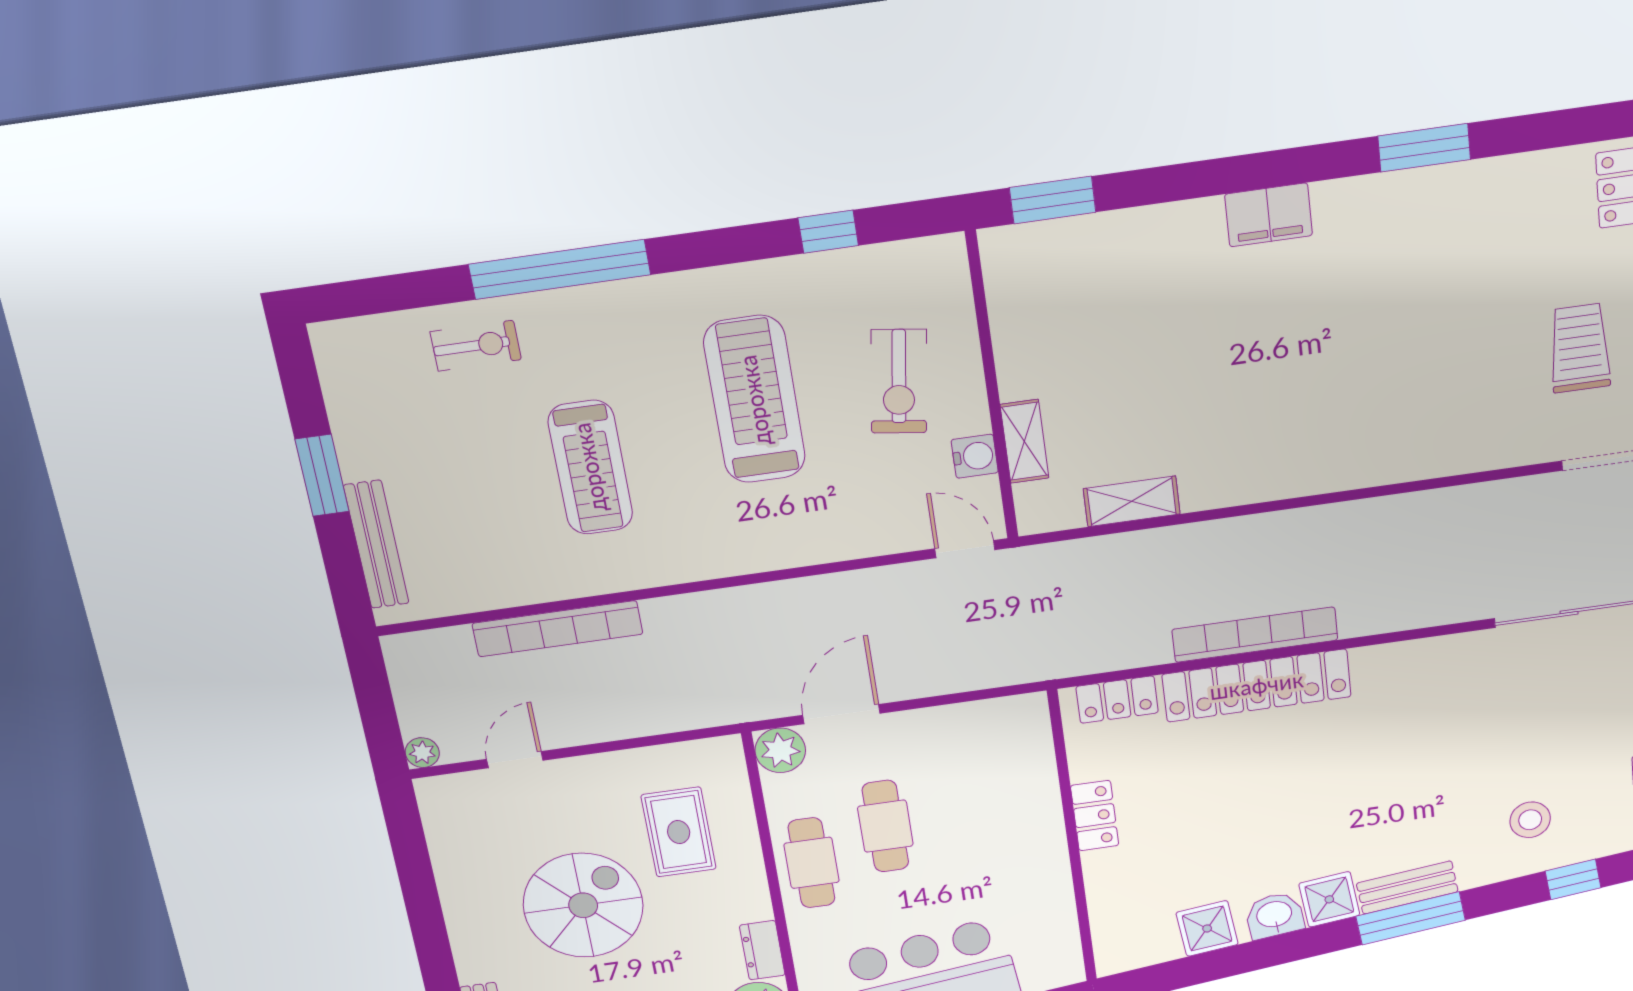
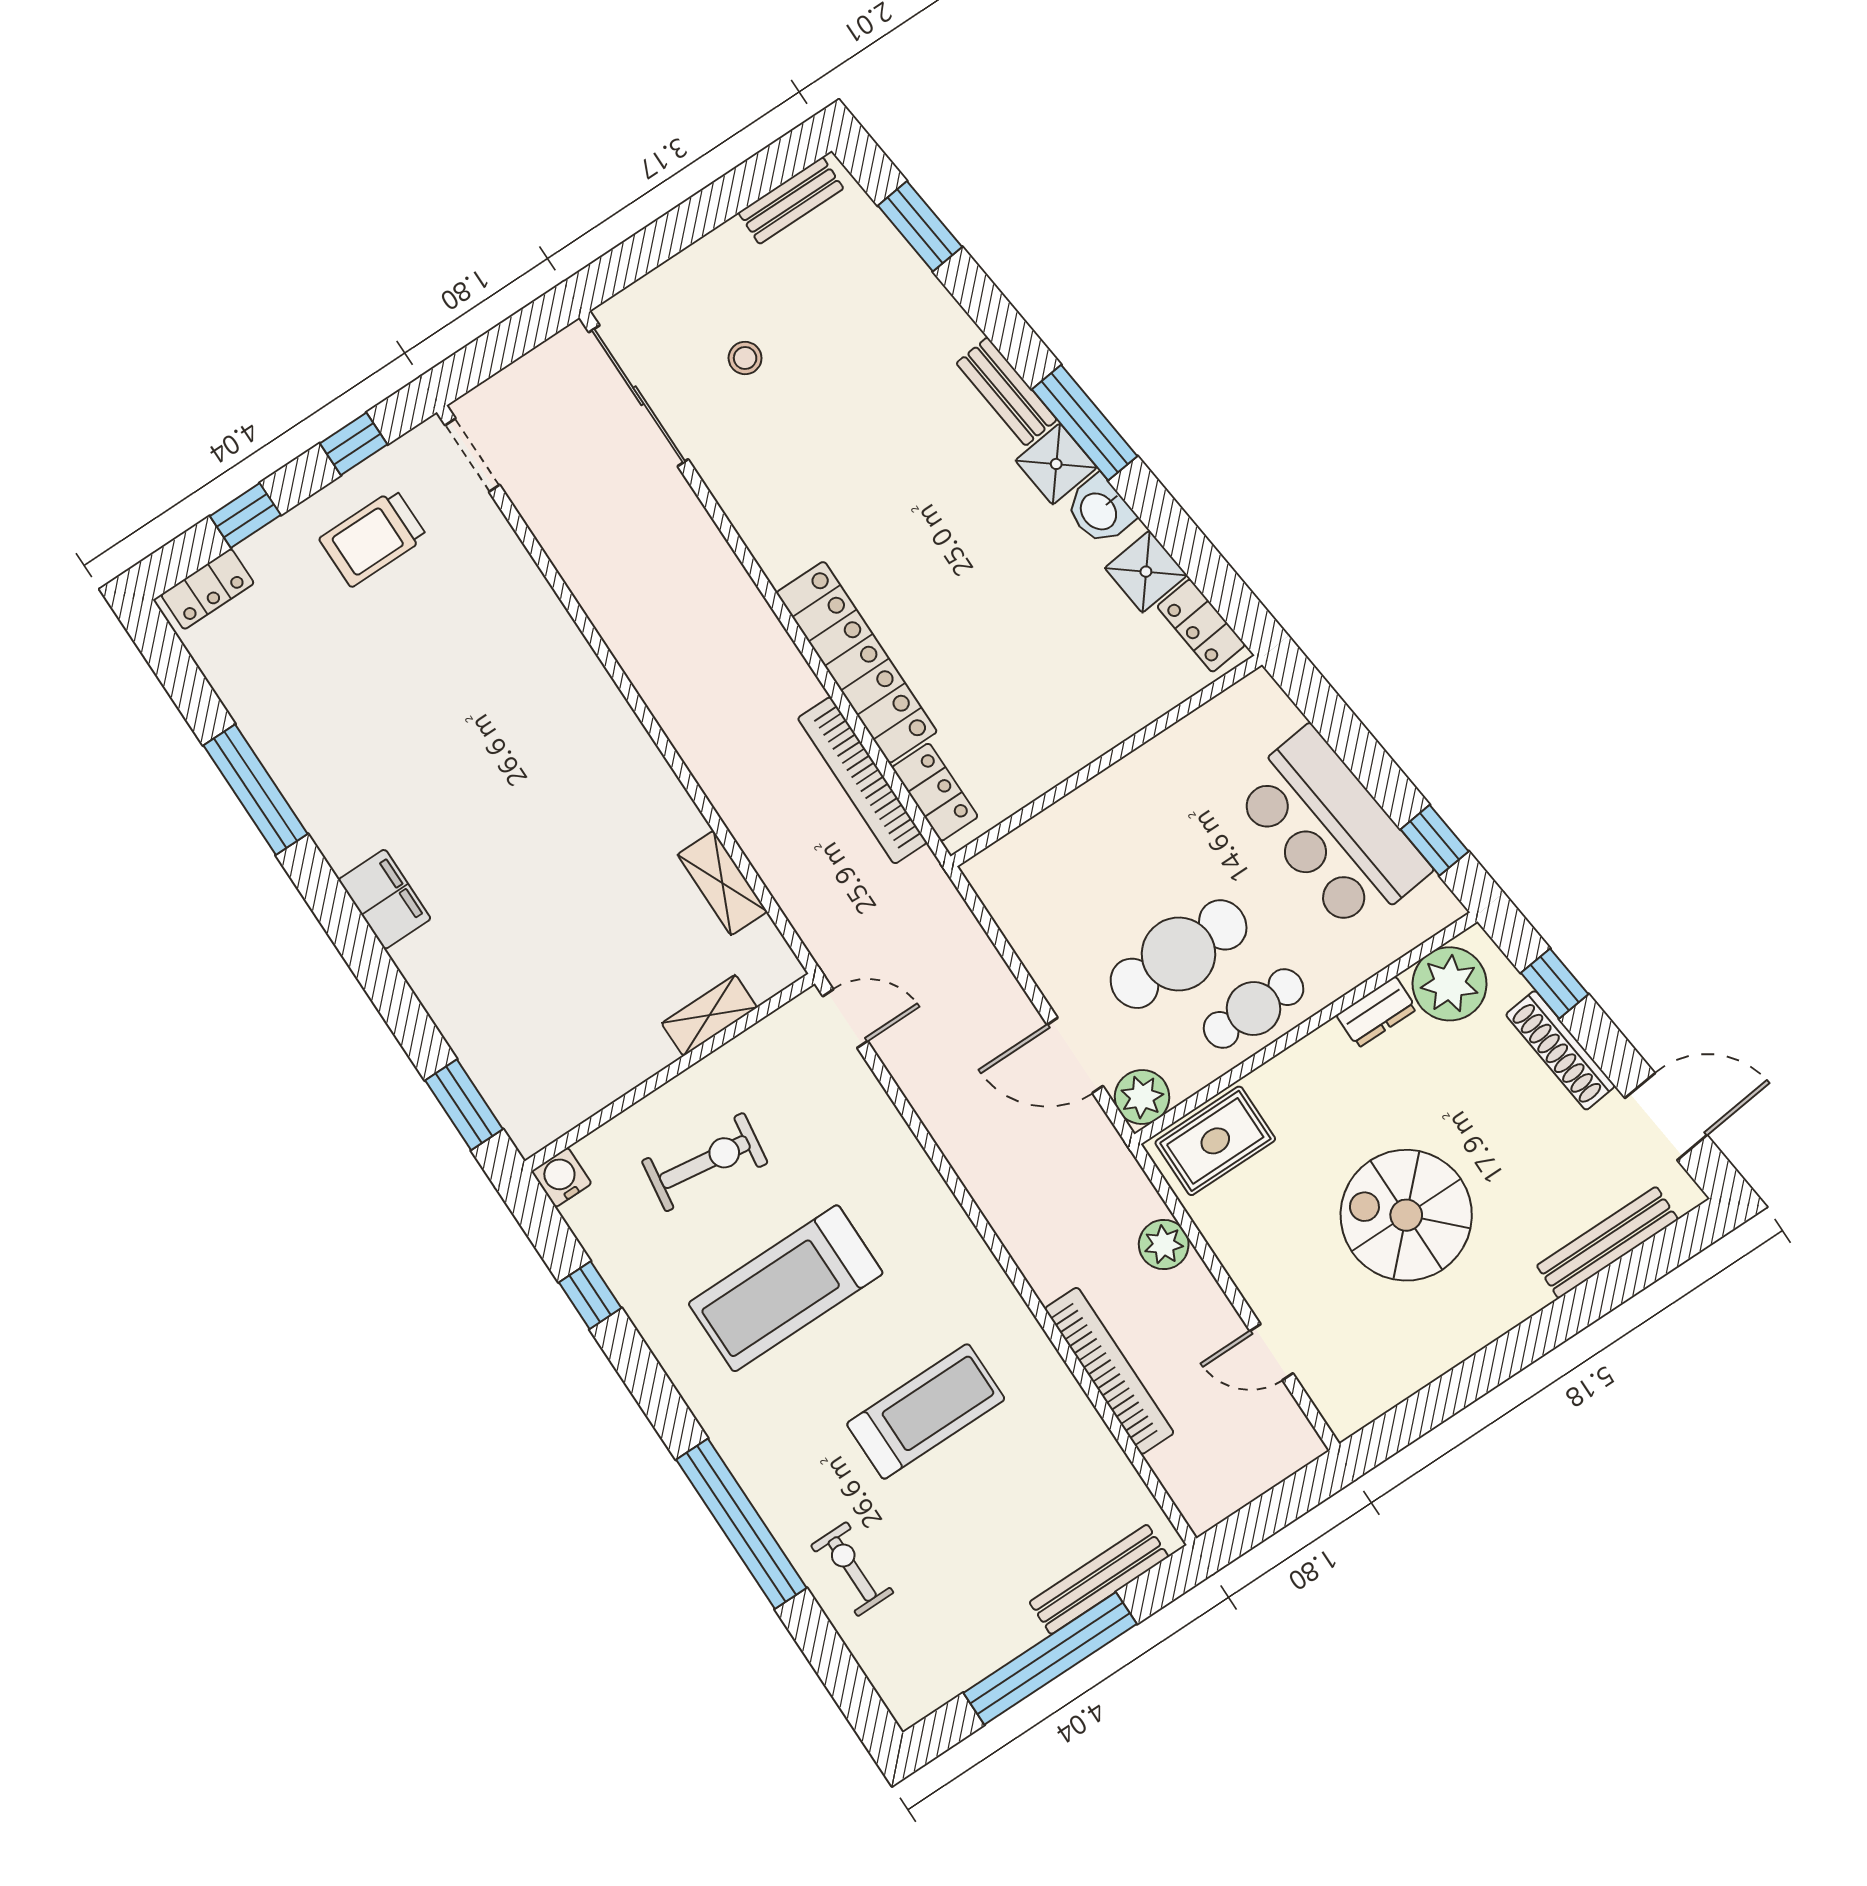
window: (1424, 148) -> (255, 790), width x1.44
water cooler: (975, 456) -> (561, 1177), moved
window: (322, 475) -> (1050, 1658), width x2.11
door: (965, 549) -> (845, 1019), swing flipped
bookcase: (1255, 635) -> (862, 780), moved
plant: (422, 753) -> (1164, 1245), moved, width x1.38, depth x1.38
locker: (1095, 816) -> (1201, 626), moved, turned -96
stool: (1530, 820) -> (745, 358), moved, width x0.73, depth x0.73
cafe table: (885, 826) -> (1179, 954), width x1.37, depth x1.35
rug: (679, 832) -> (1215, 1141), moved
window: (1573, 879) -> (920, 226), width x1.50
window: (1411, 918) -> (1085, 423), moved

